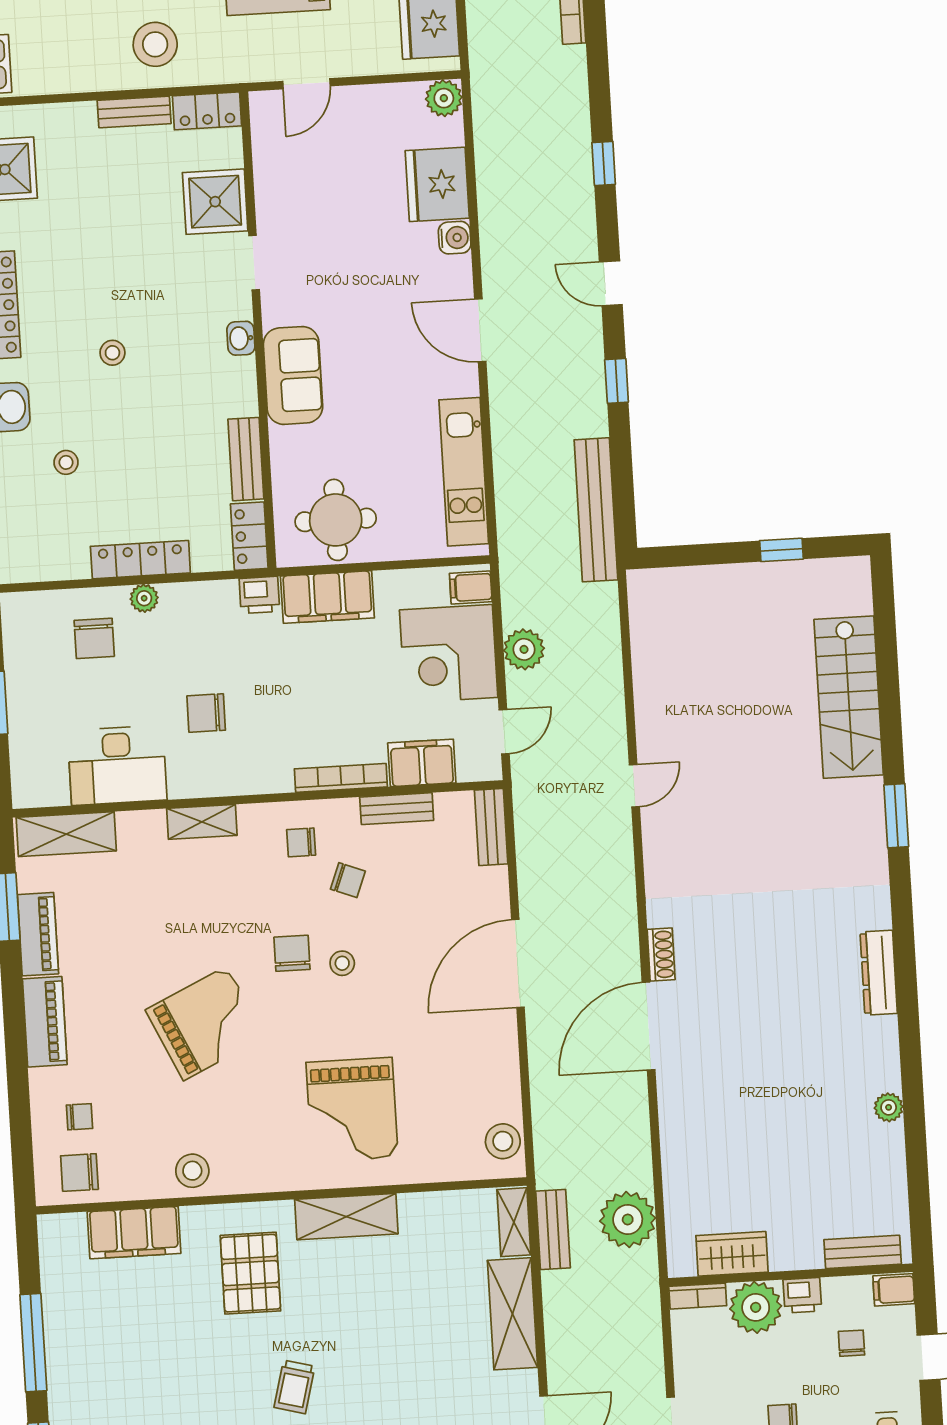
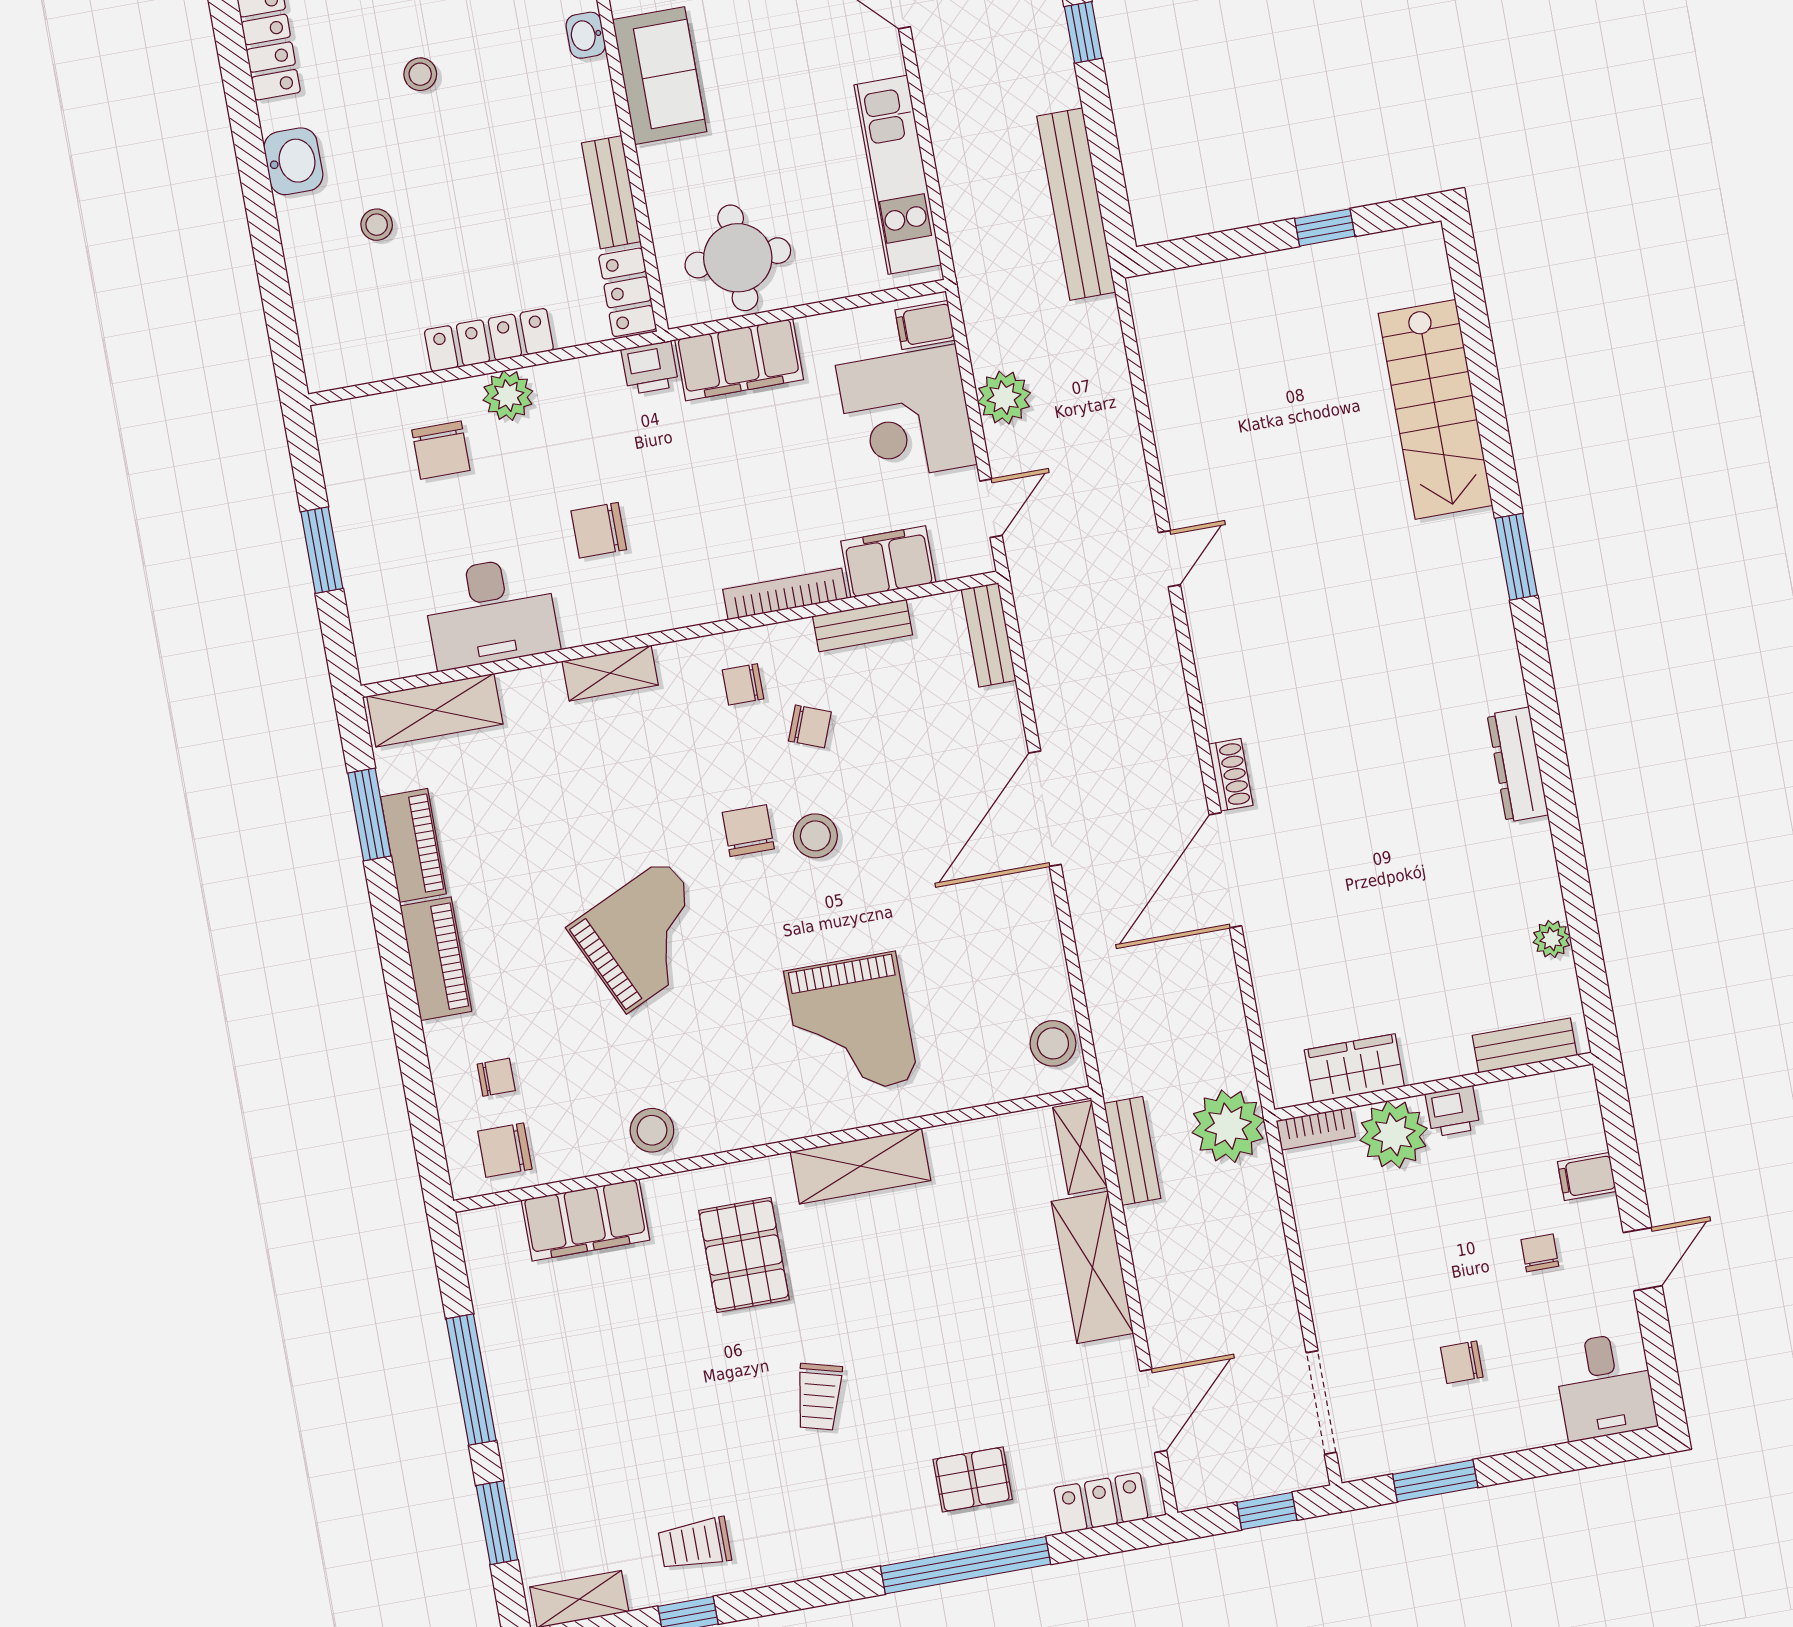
plant: (144, 598) -> (508, 396), width x1.38, depth x1.38
stool: (342, 963) -> (815, 836), width x1.37, depth x1.37
bench: (863, 1252) -> (1525, 1045), moved
wardrobe: (732, 1254) -> (1354, 1068), moved
wall: (790, 1275) -> (1434, 1087), moved
printer: (802, 1295) -> (1453, 1111), moved
bookcase: (698, 1296) -> (1316, 1129), moved
plant: (756, 1307) -> (1394, 1134), moved

